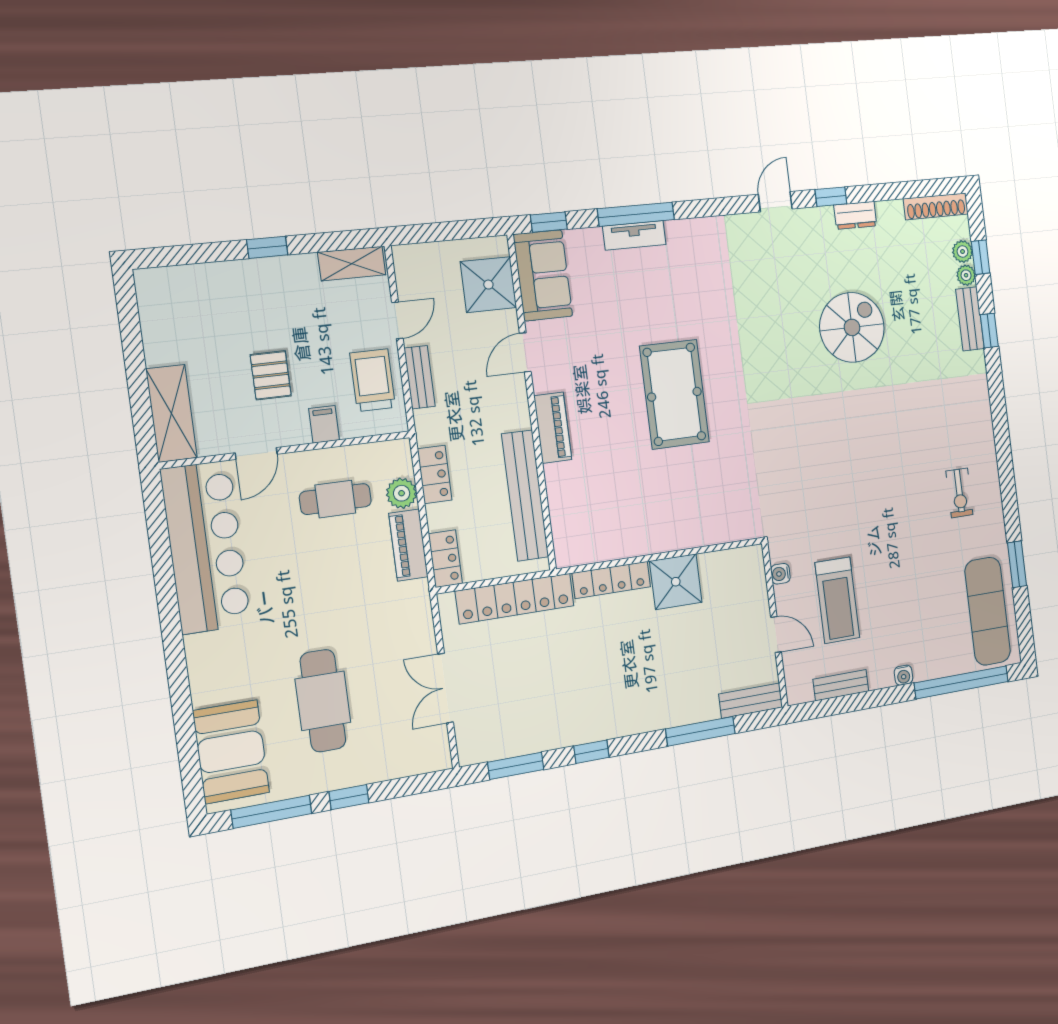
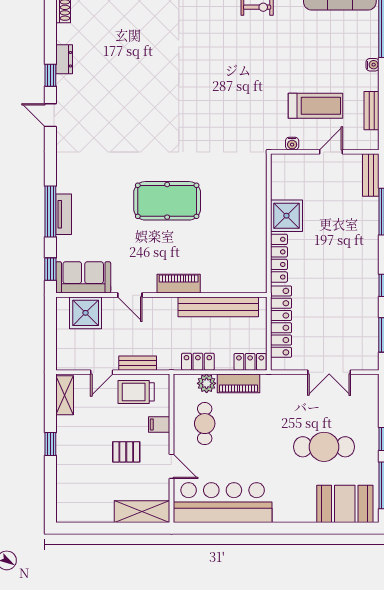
door: (397, 320) -> (102, 372), swing flipped
spiral stairs: (852, 327) -> (138, 71), removed

